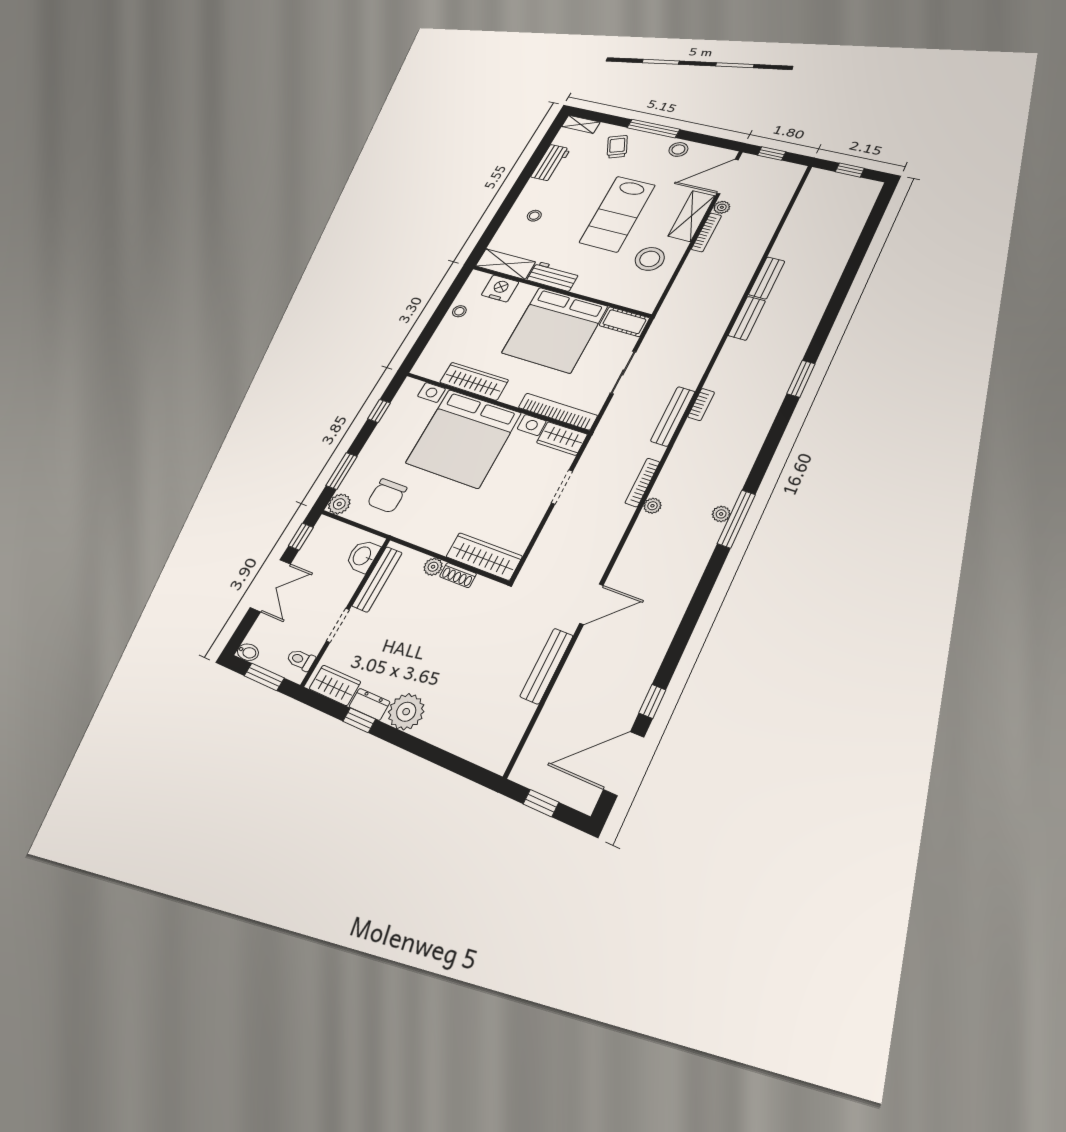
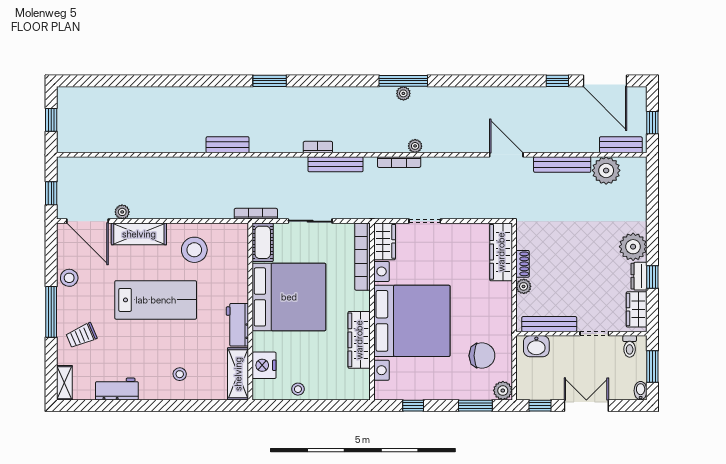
bookcase: (706, 232) -> (256, 214), moved
bench: (767, 278) -> (621, 145), moved
plant: (512, 717) -> (606, 170), added

